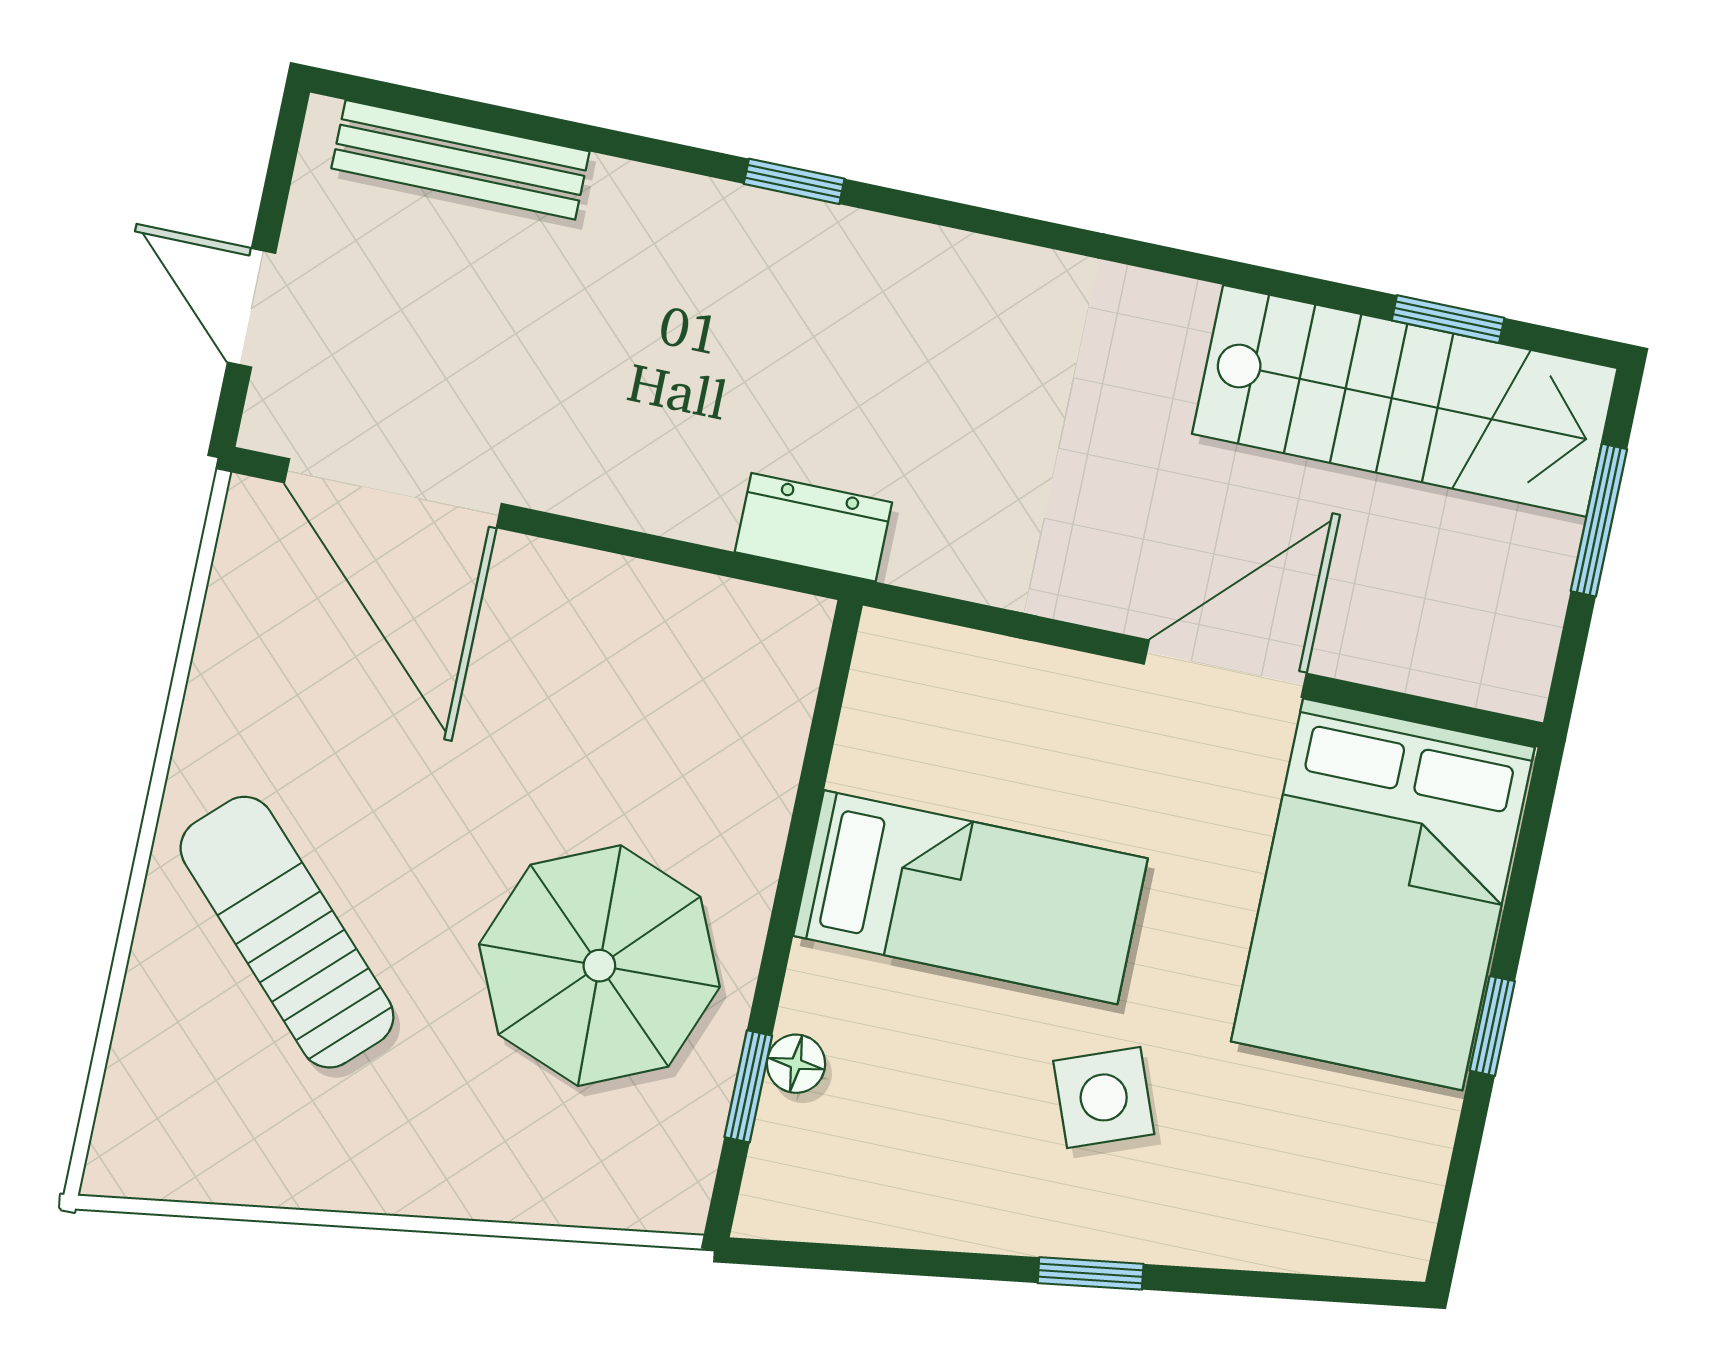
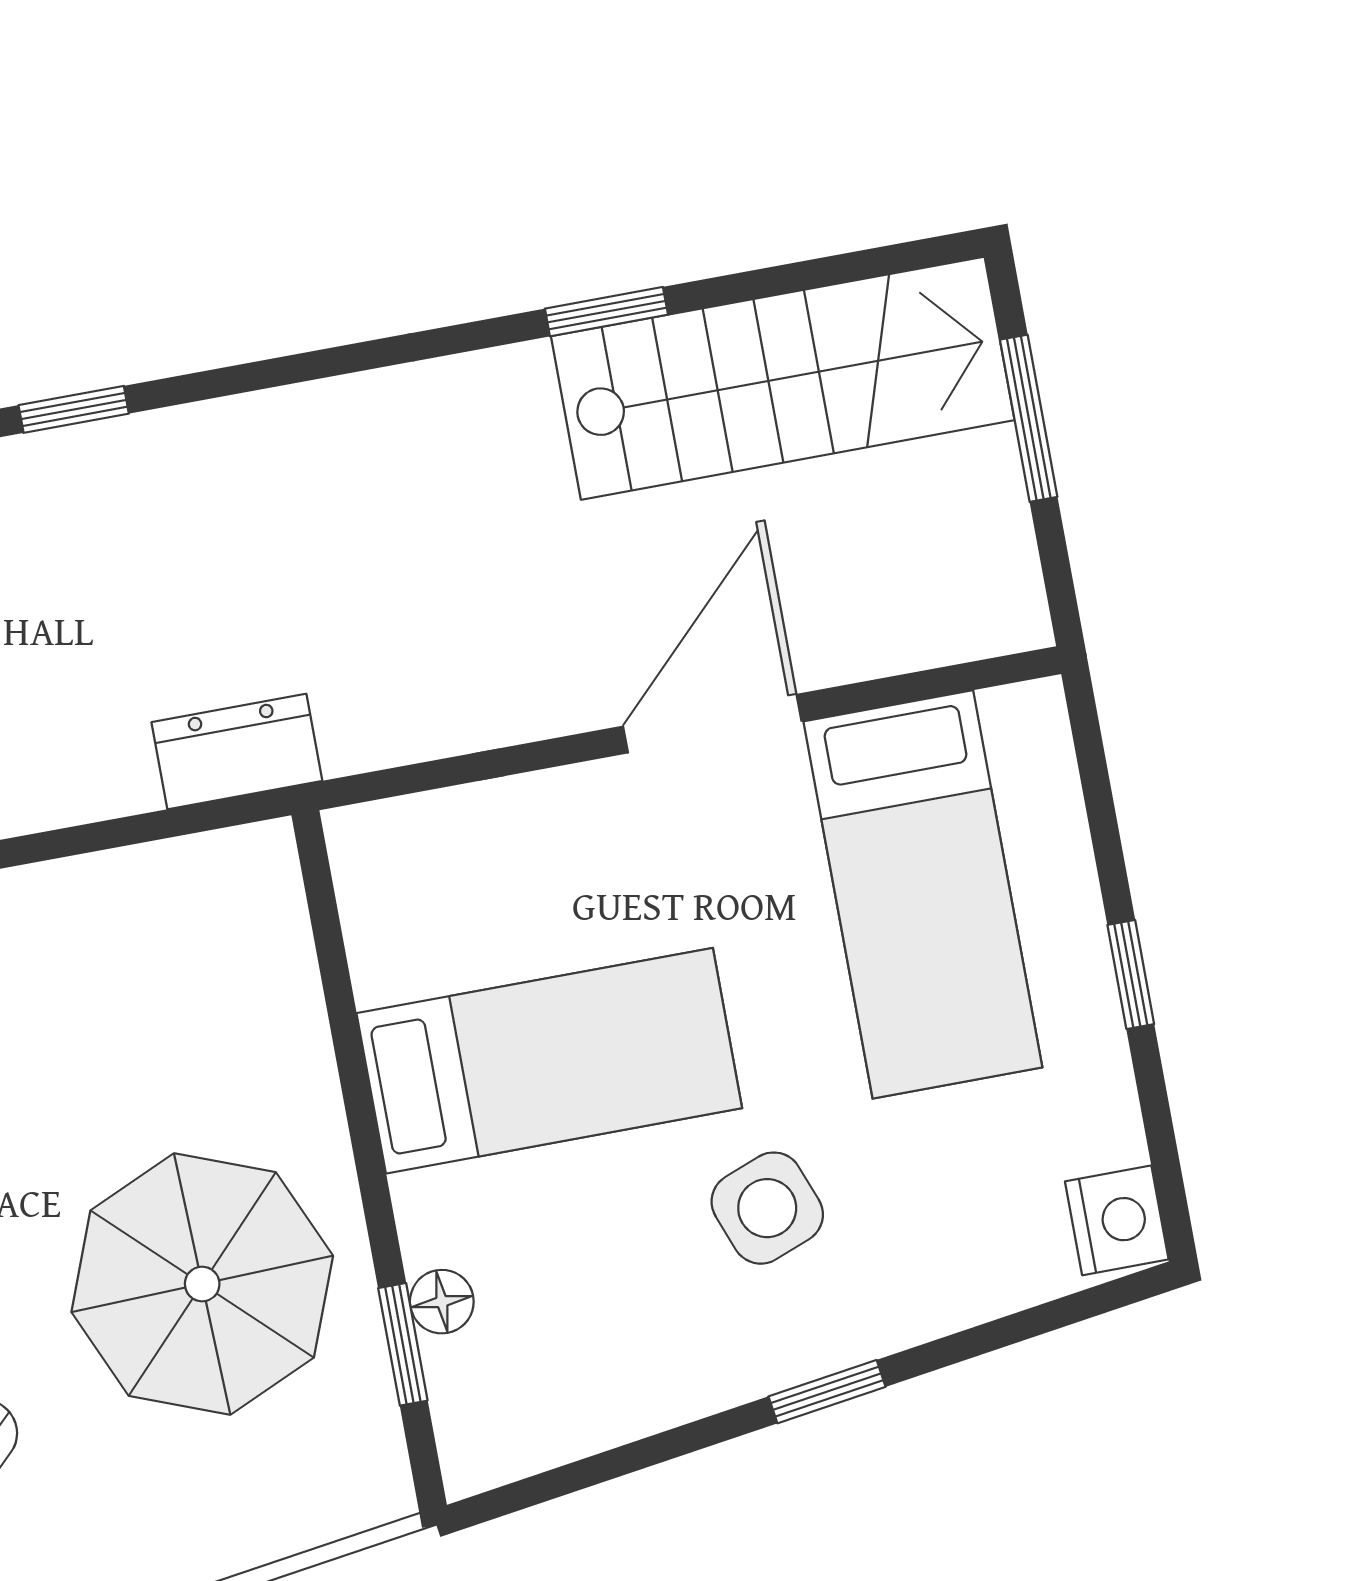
window: (1448, 319) -> (606, 312), moved
bed: (1383, 894) -> (923, 894), width x0.67
nightstand: (1395, 1229) -> (1117, 1220), added

